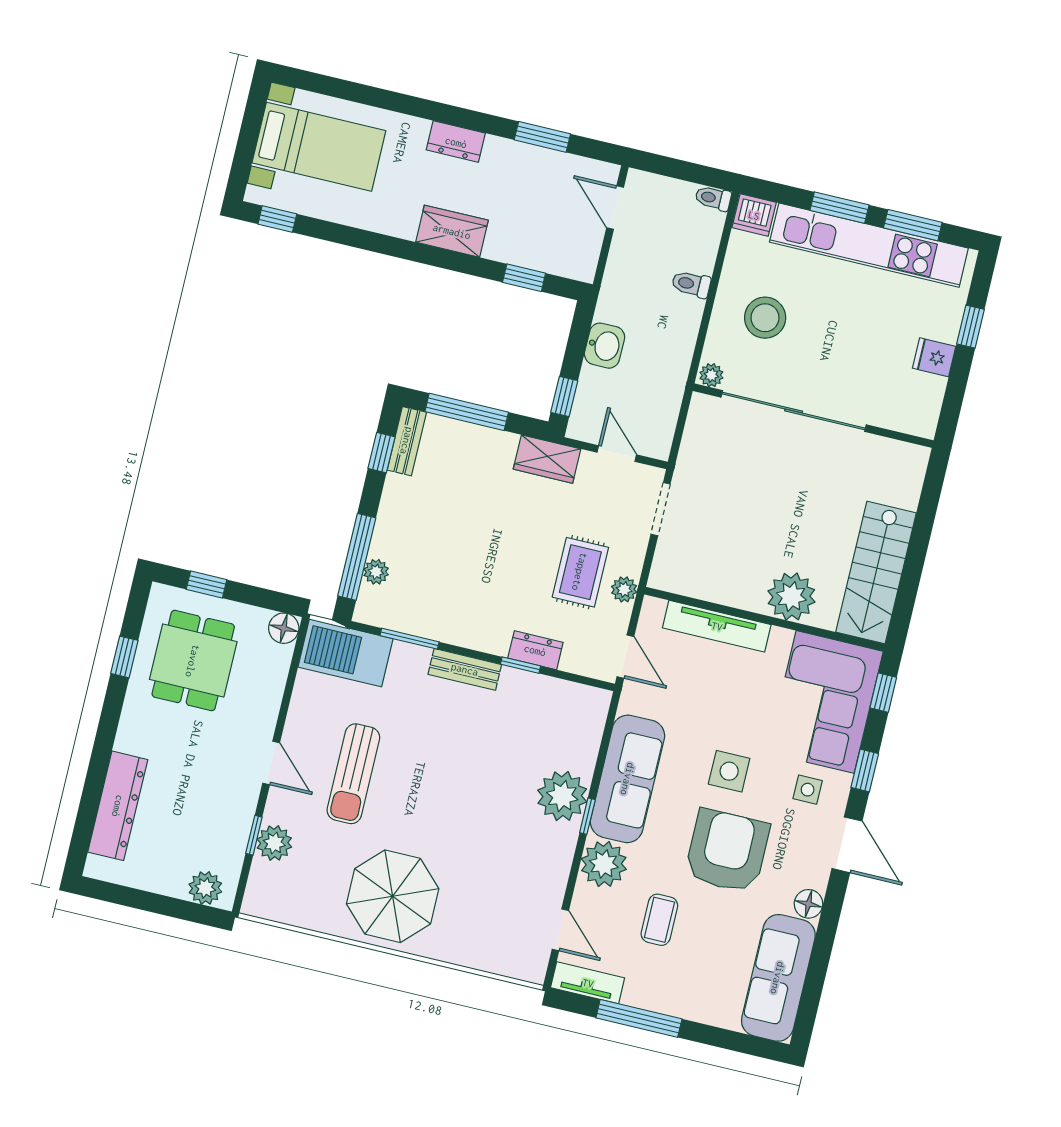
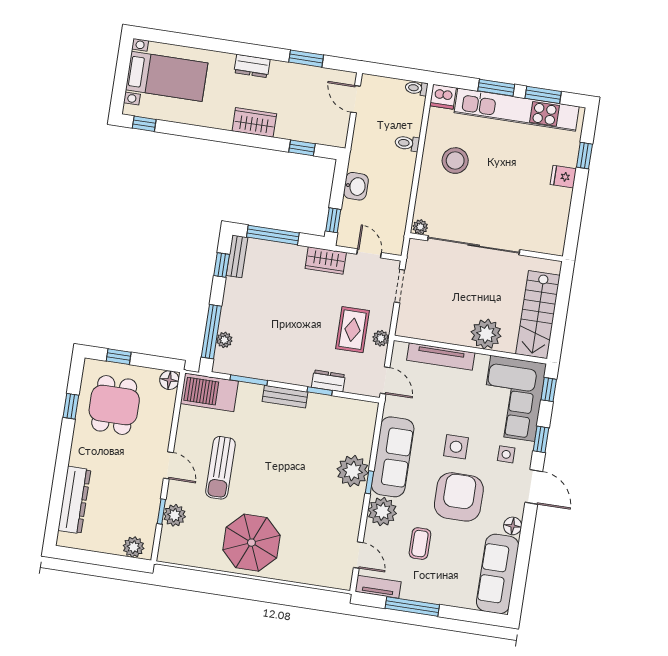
plant: (711, 375) -> (420, 227), moved
sliding door: (794, 411) -> (474, 245), moved
wall: (813, 416) -> (486, 247), moved

